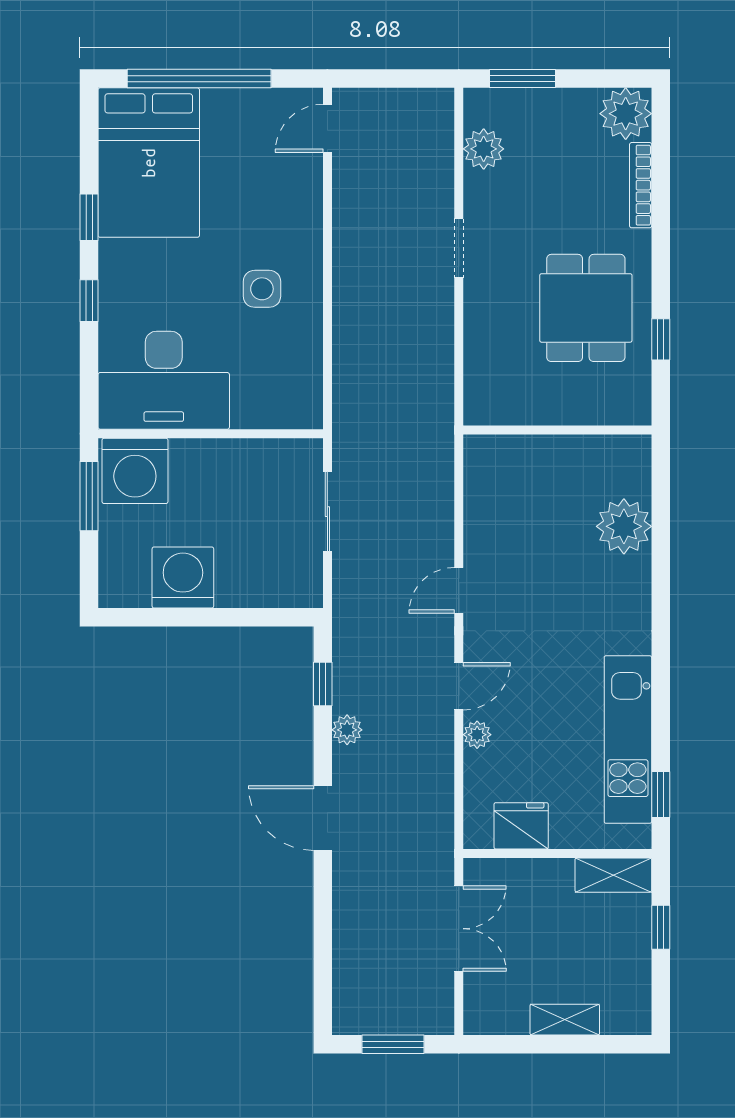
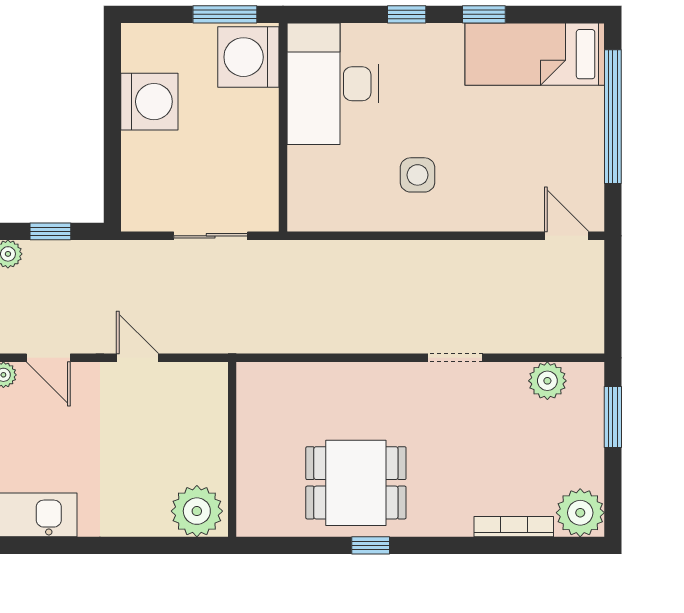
bed: (149, 163) -> (535, 54), width x0.67
dining table: (586, 308) -> (356, 483), moved
wall: (557, 430) -> (232, 449), moved

